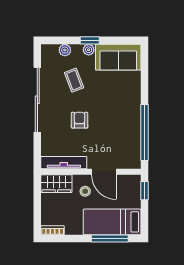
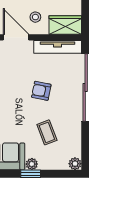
plant: (65, 50) -> (75, 164), moved
sliding door: (37, 100) -> (85, 87), moved
armchair: (80, 120) -> (41, 91), turned 101

